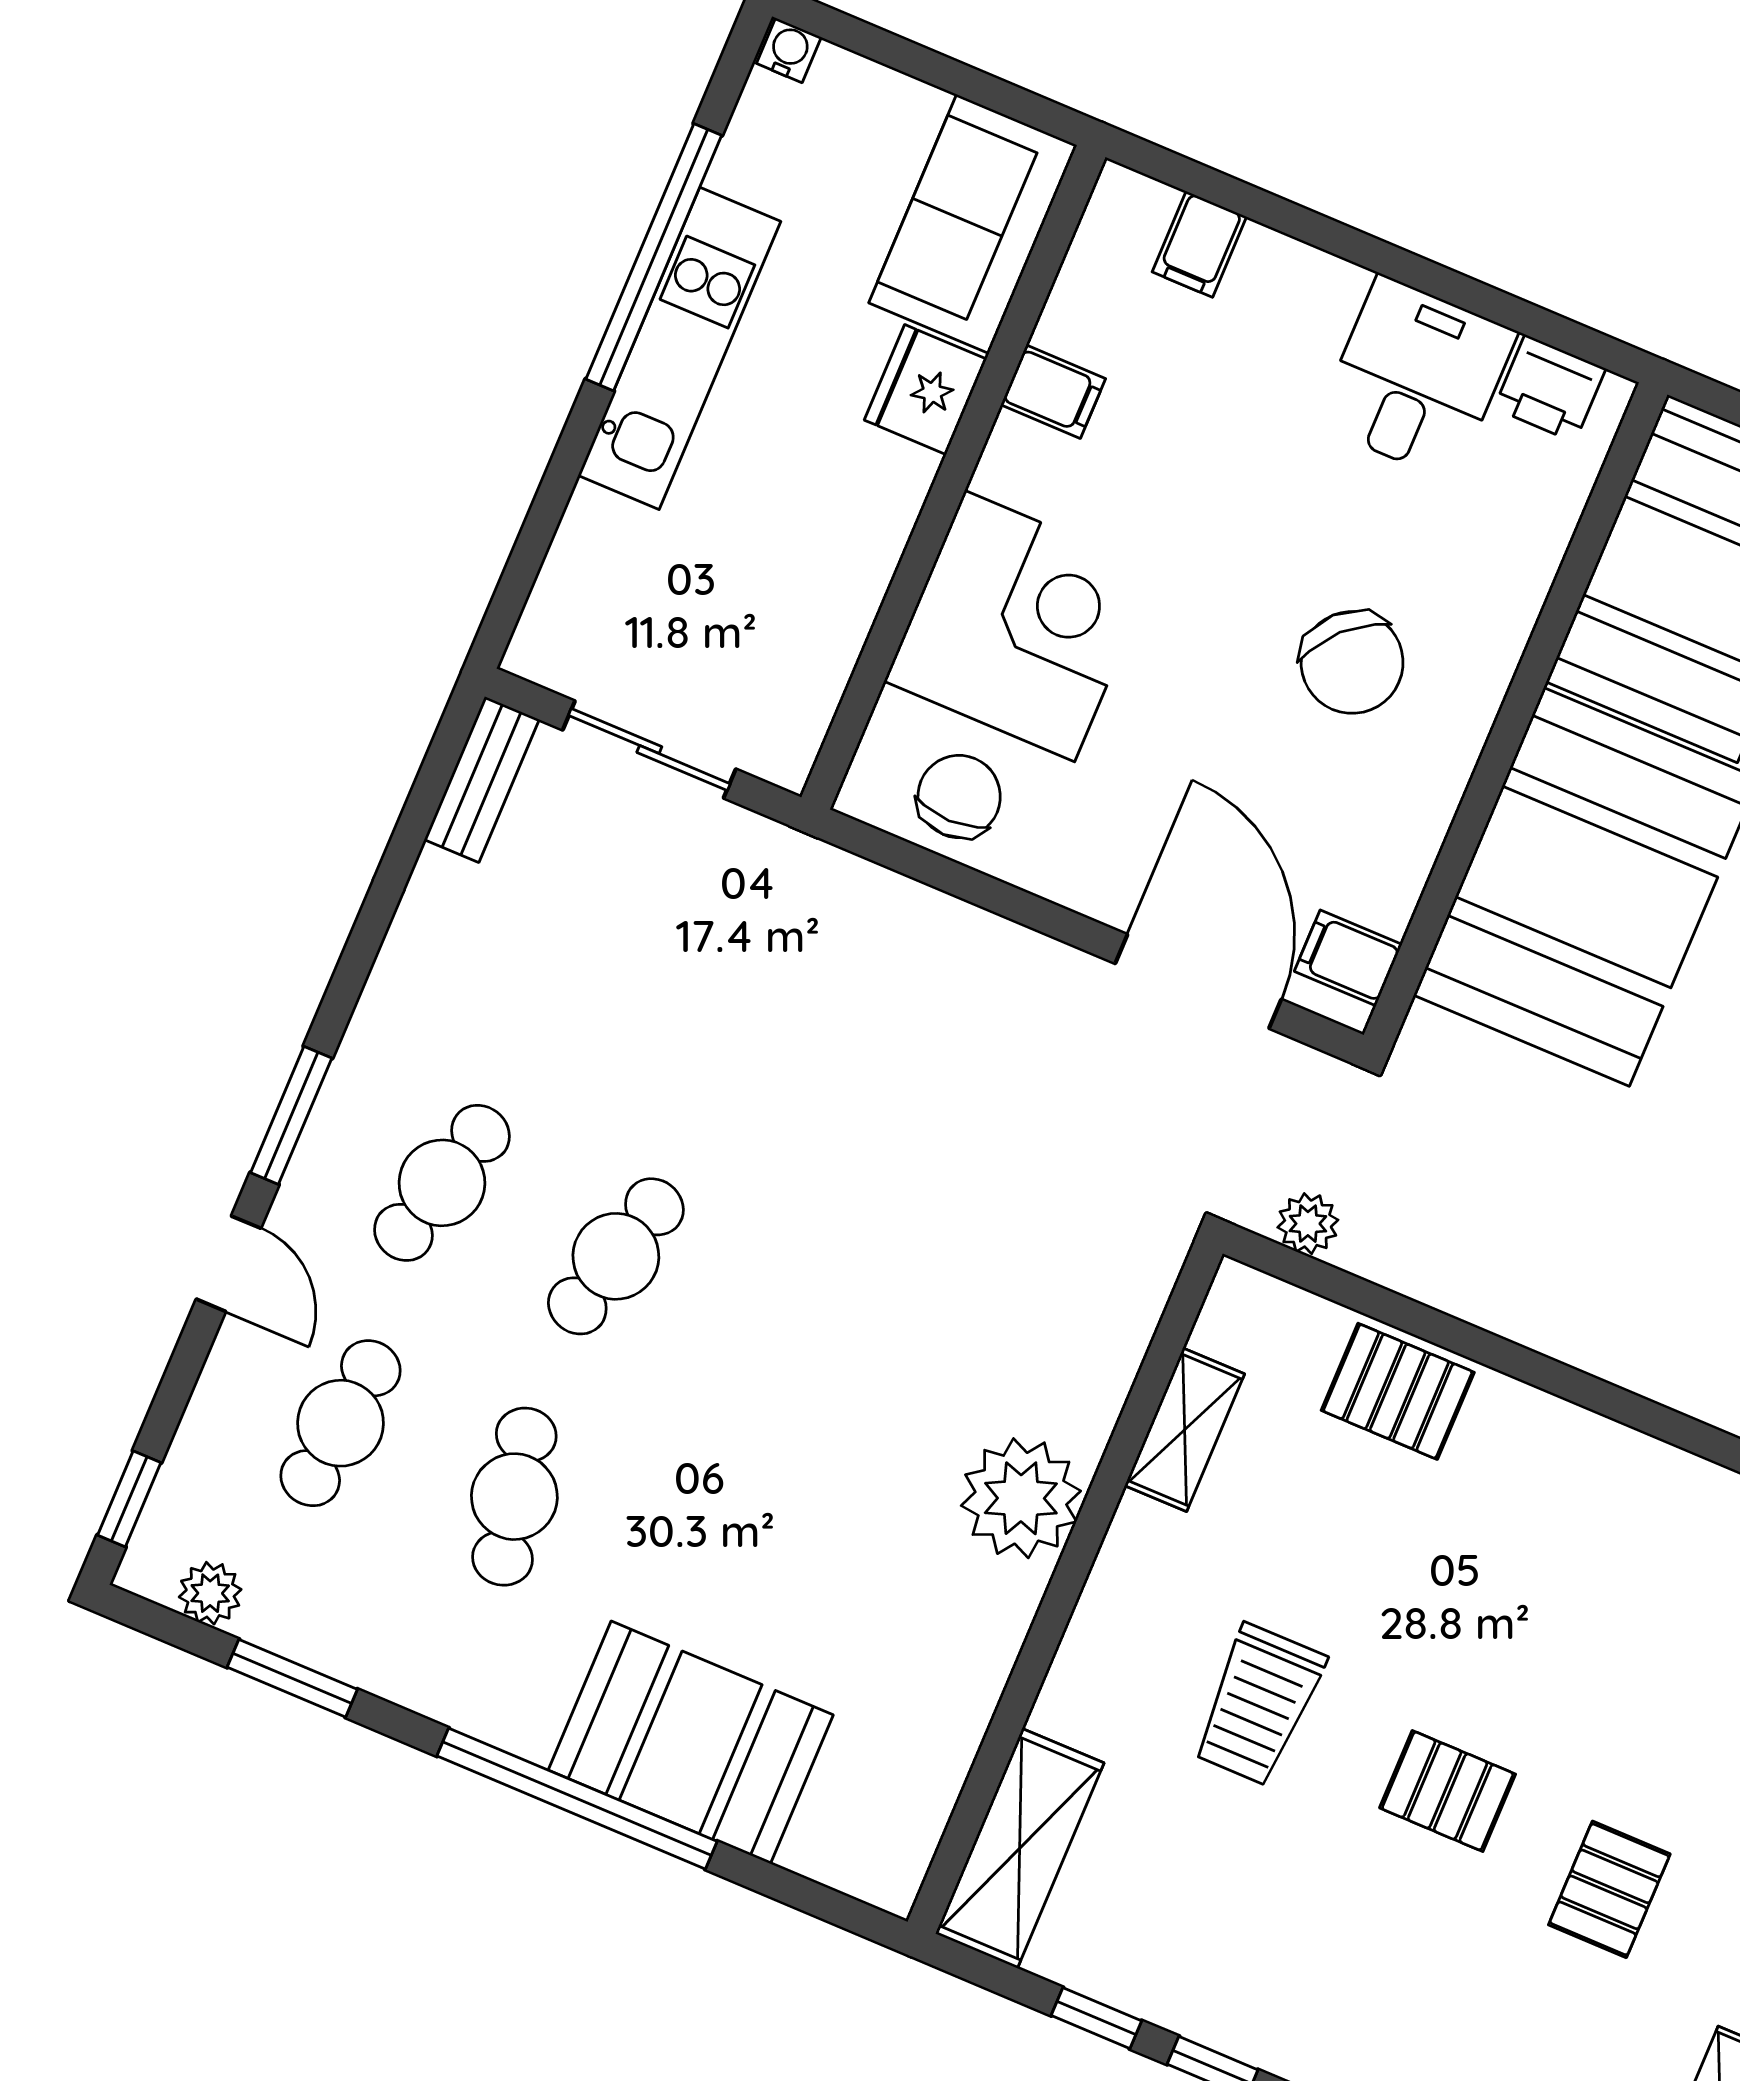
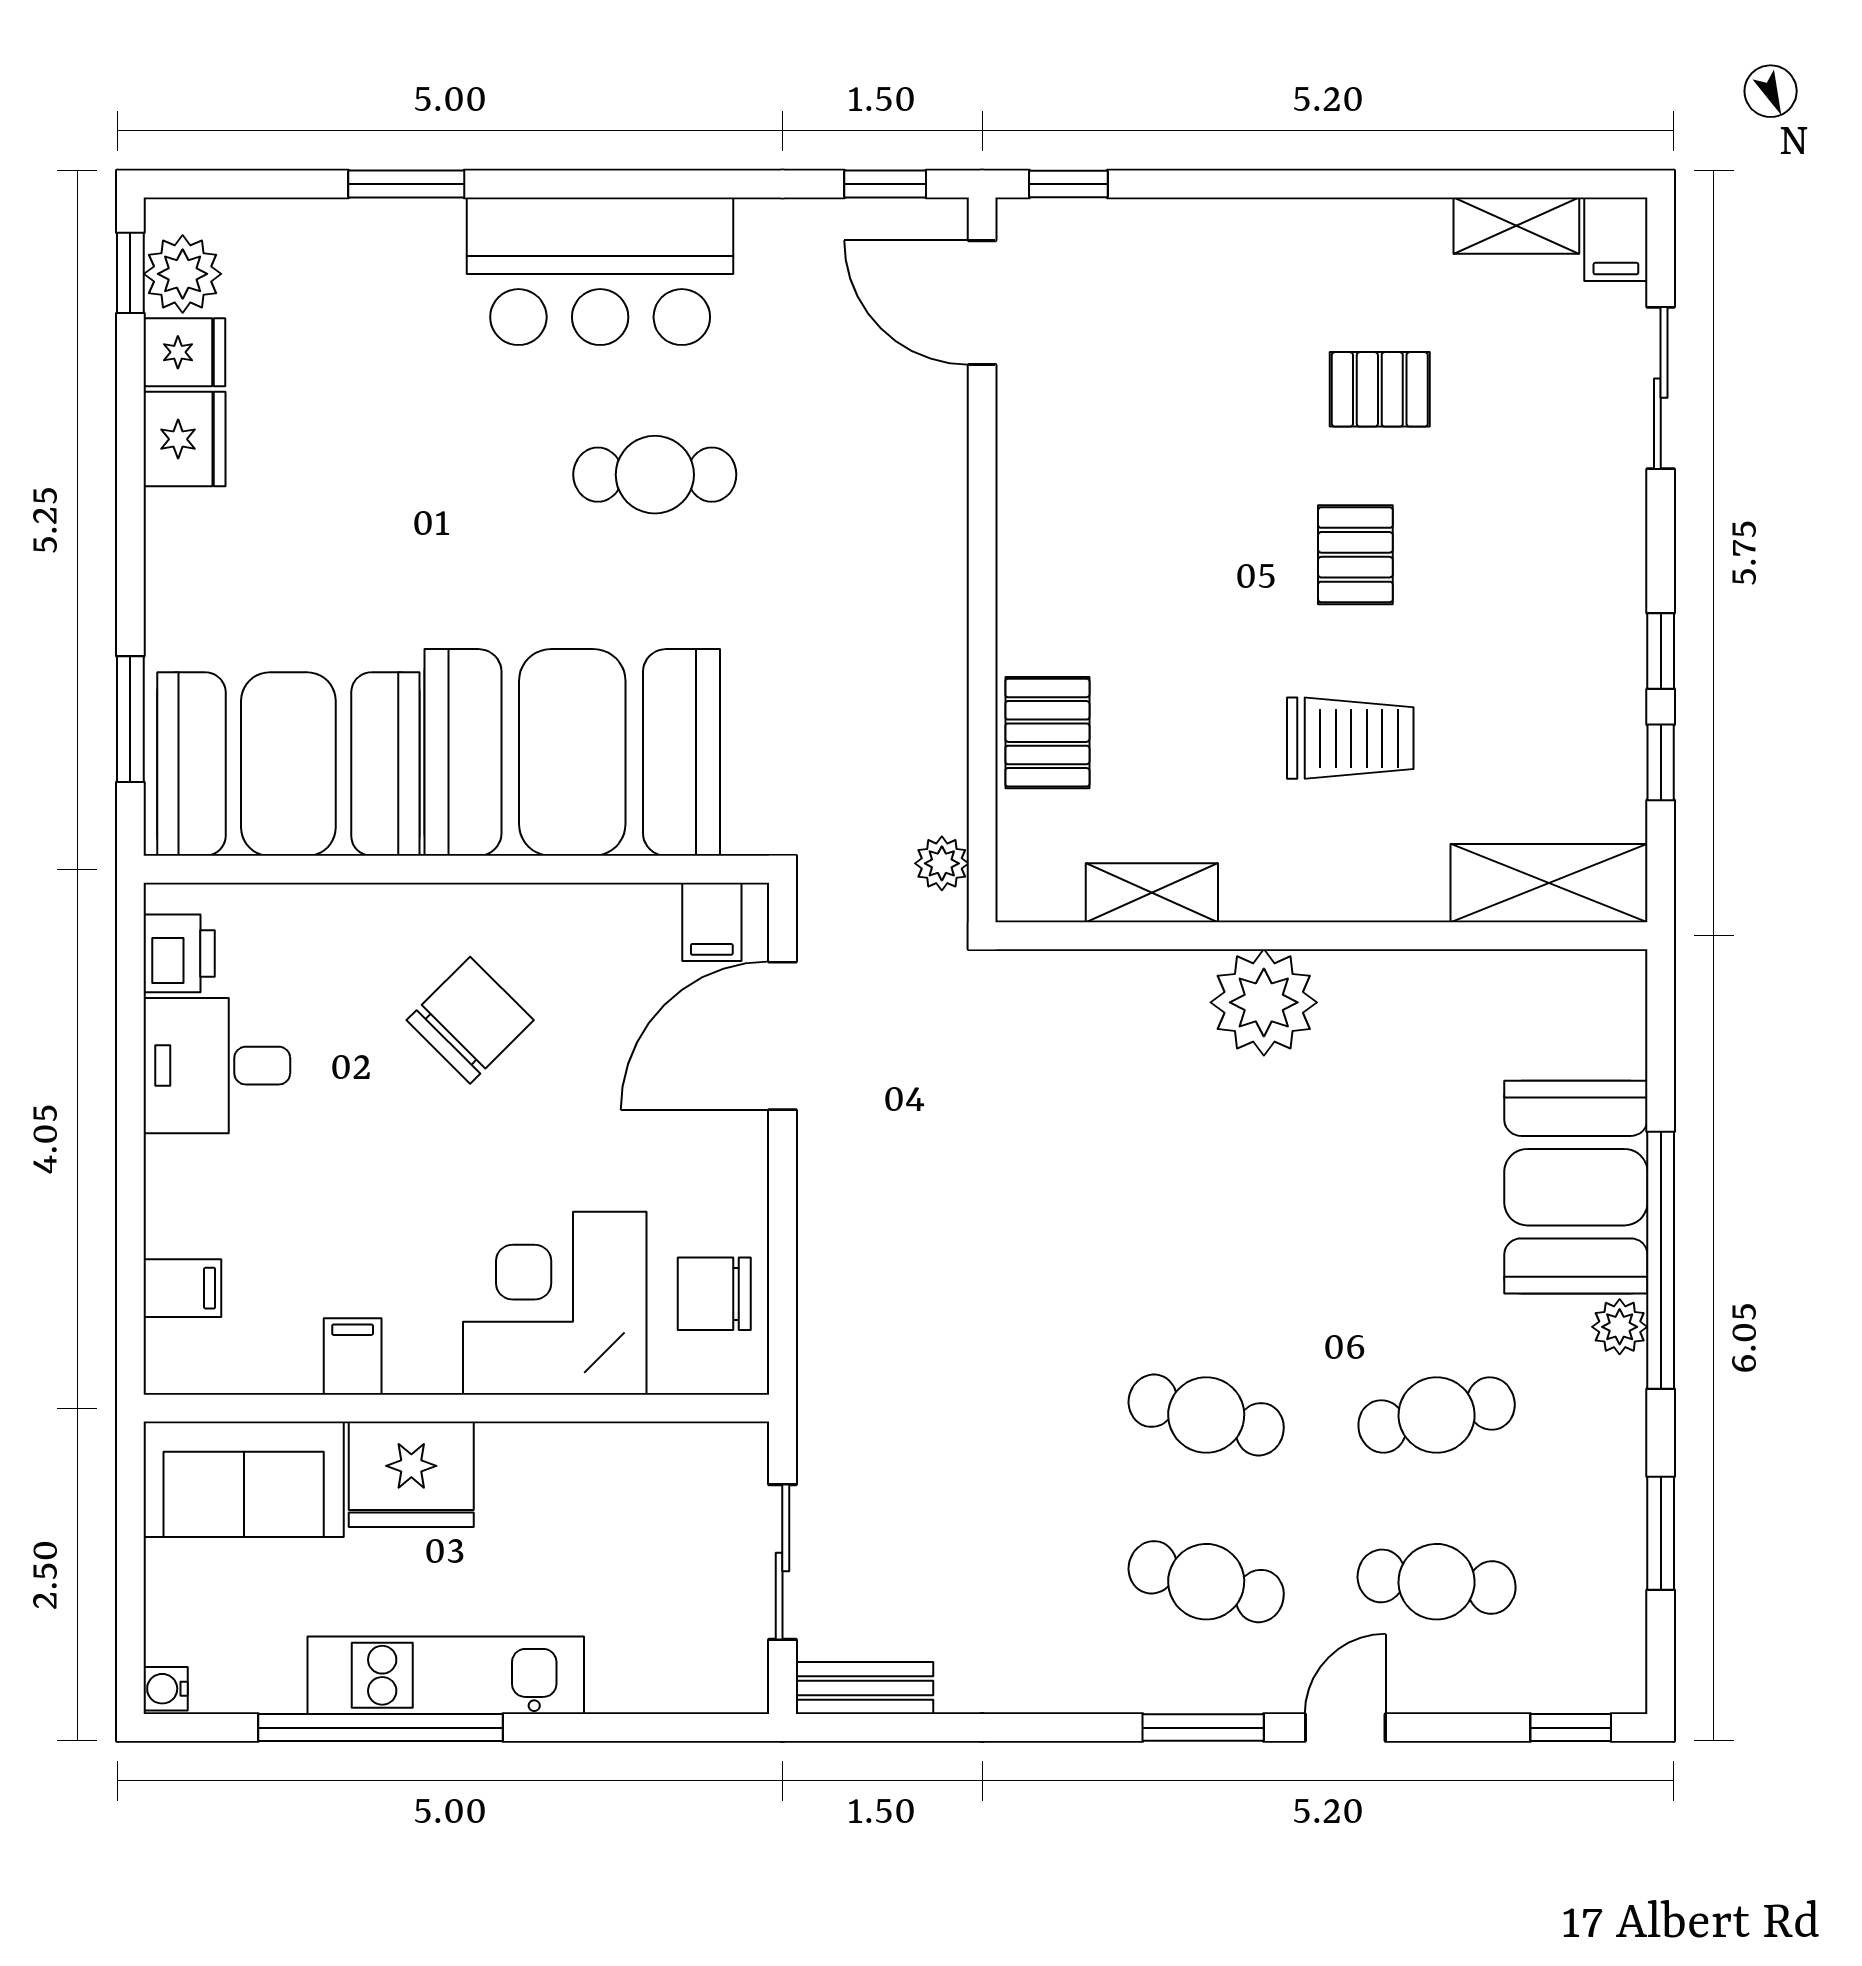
fridge: (926, 390) -> (411, 1474), width x1.36, depth x1.34
plant: (210, 1593) -> (1620, 1327), moved

